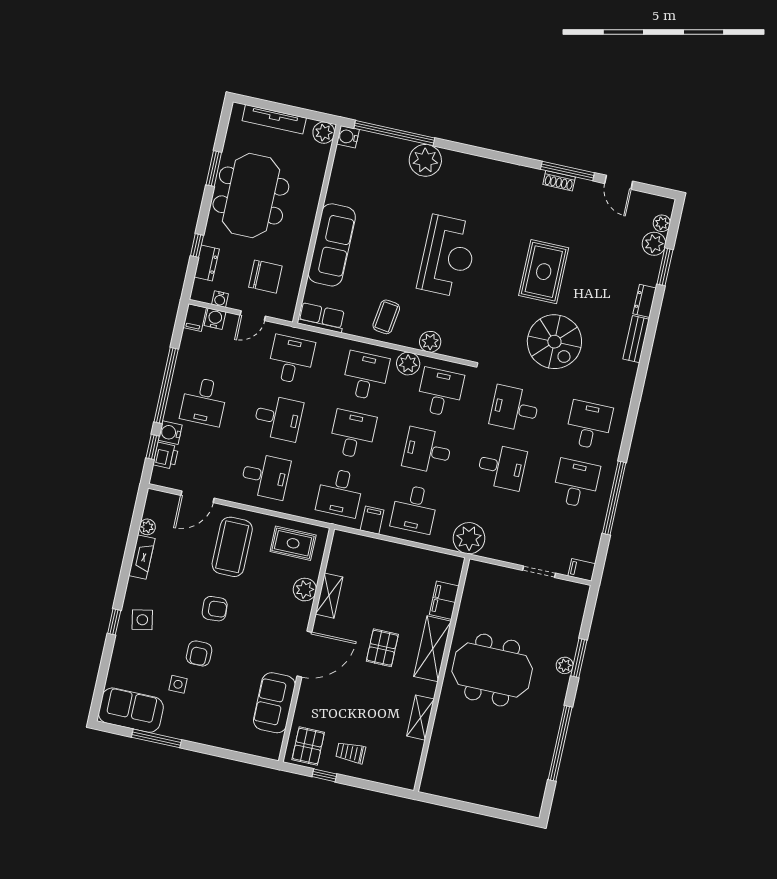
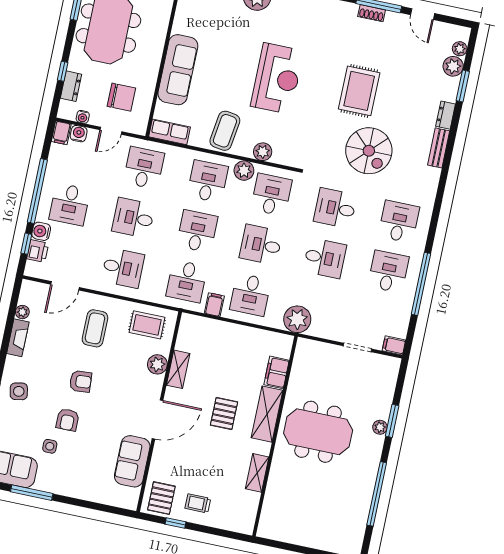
coffee table: (386, 317) -> (225, 131), width x1.36, depth x1.30
desk: (278, 418) -> (133, 218), turned 180
coffee table: (232, 547) -> (95, 328), width x0.73, depth x0.76

